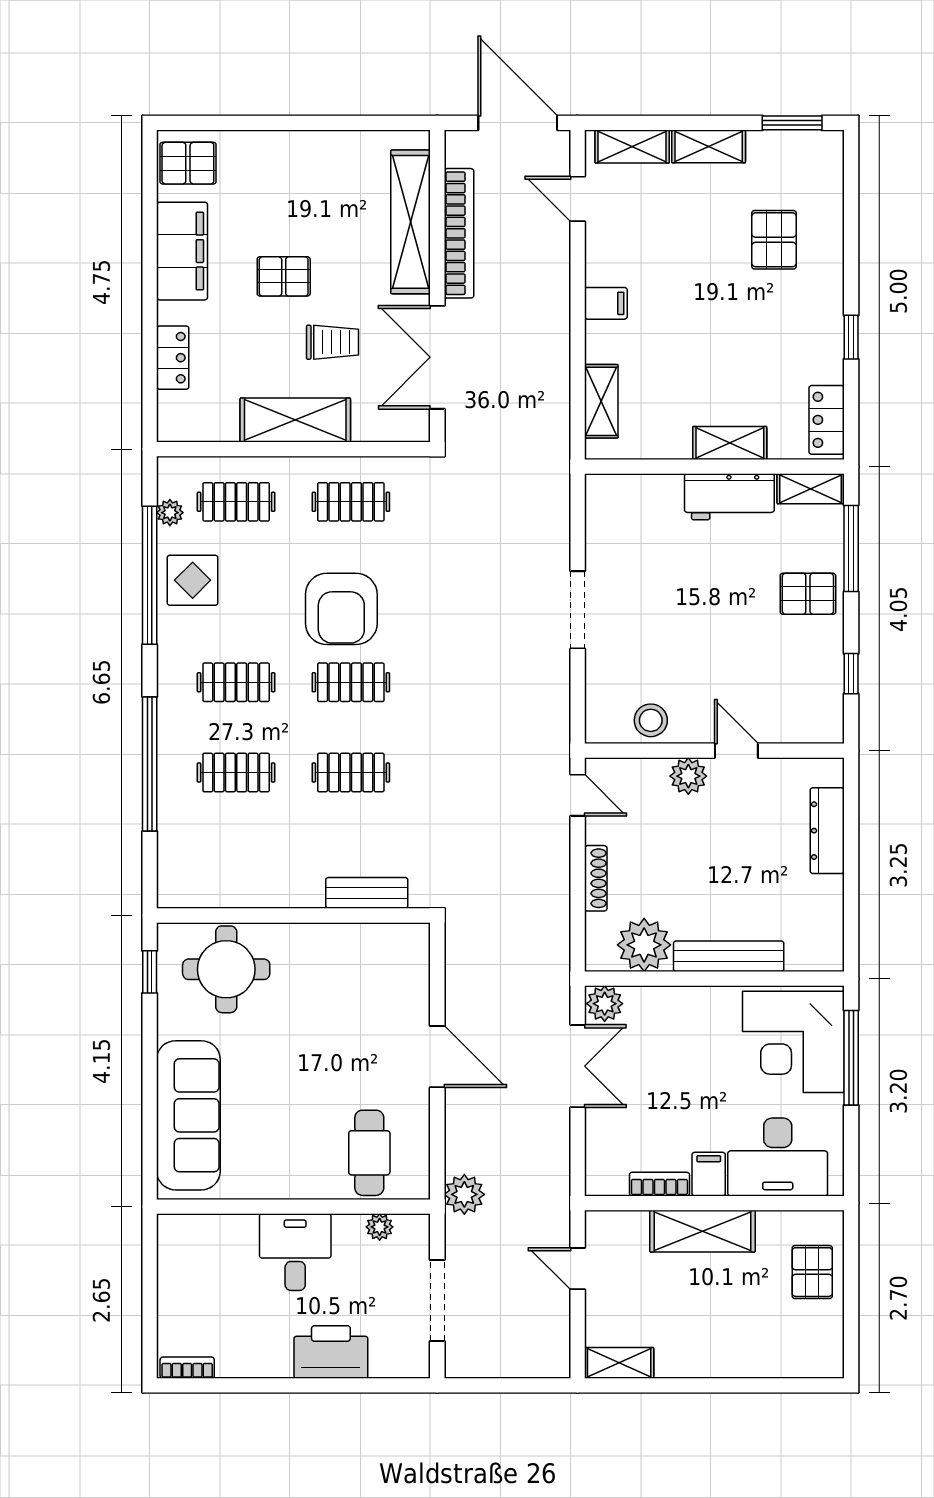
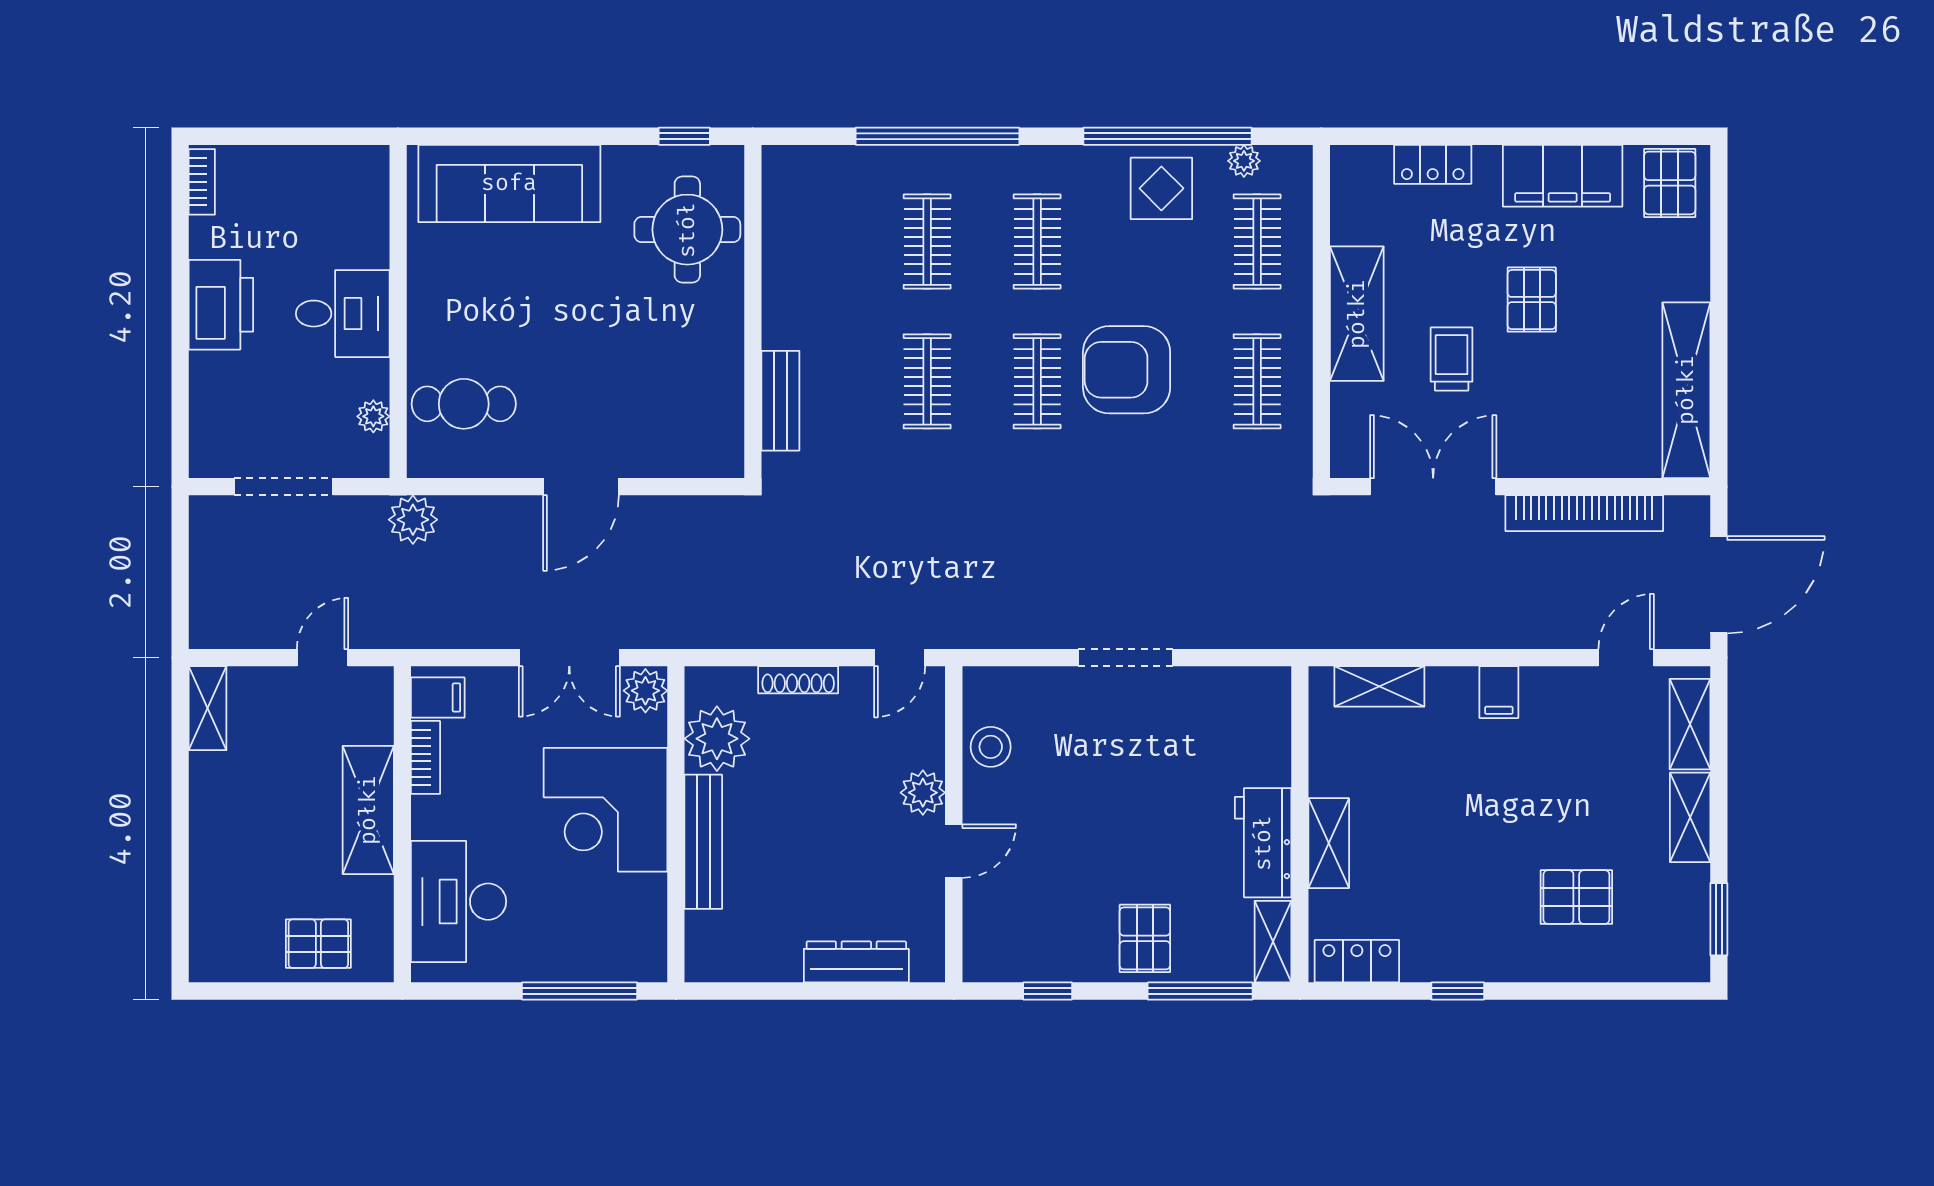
shelving: (411, 222) -> (1686, 390), moved, turned 90
trolley: (332, 342) -> (1452, 359), turned 180
corner desk: (793, 1042) -> (606, 810), moved, turned -90
filing cabinet: (709, 1174) -> (438, 697), moved
printer: (331, 1352) -> (221, 305), moved

